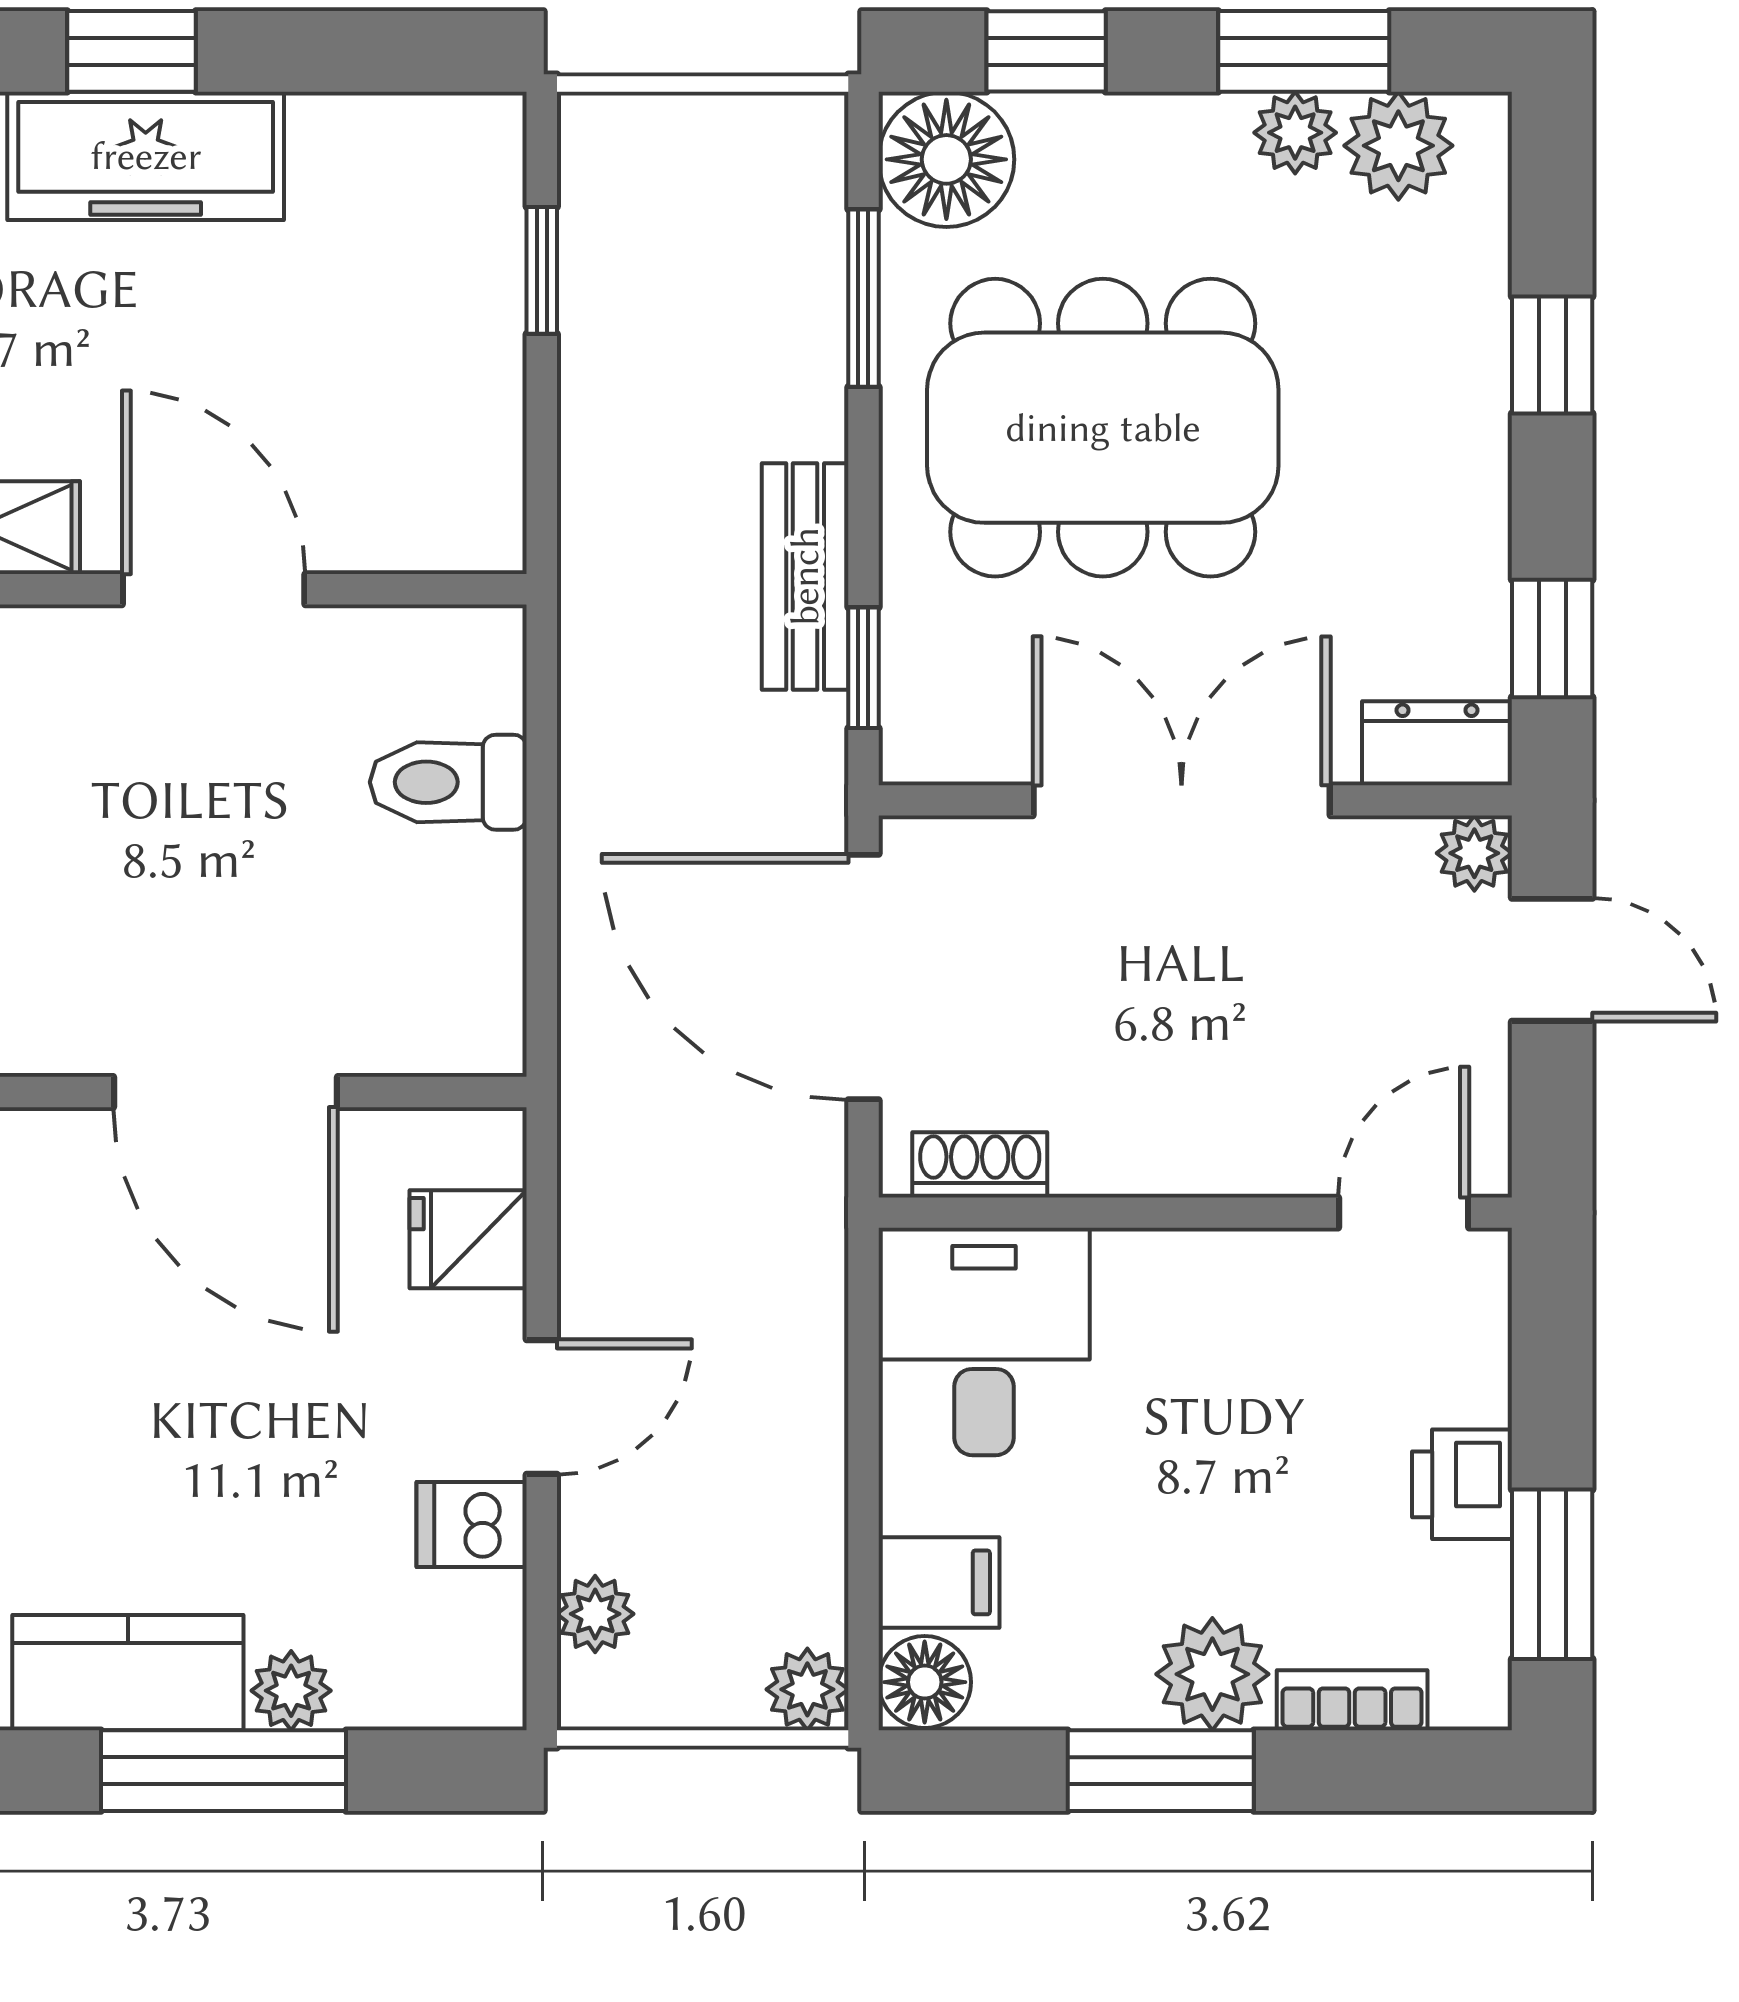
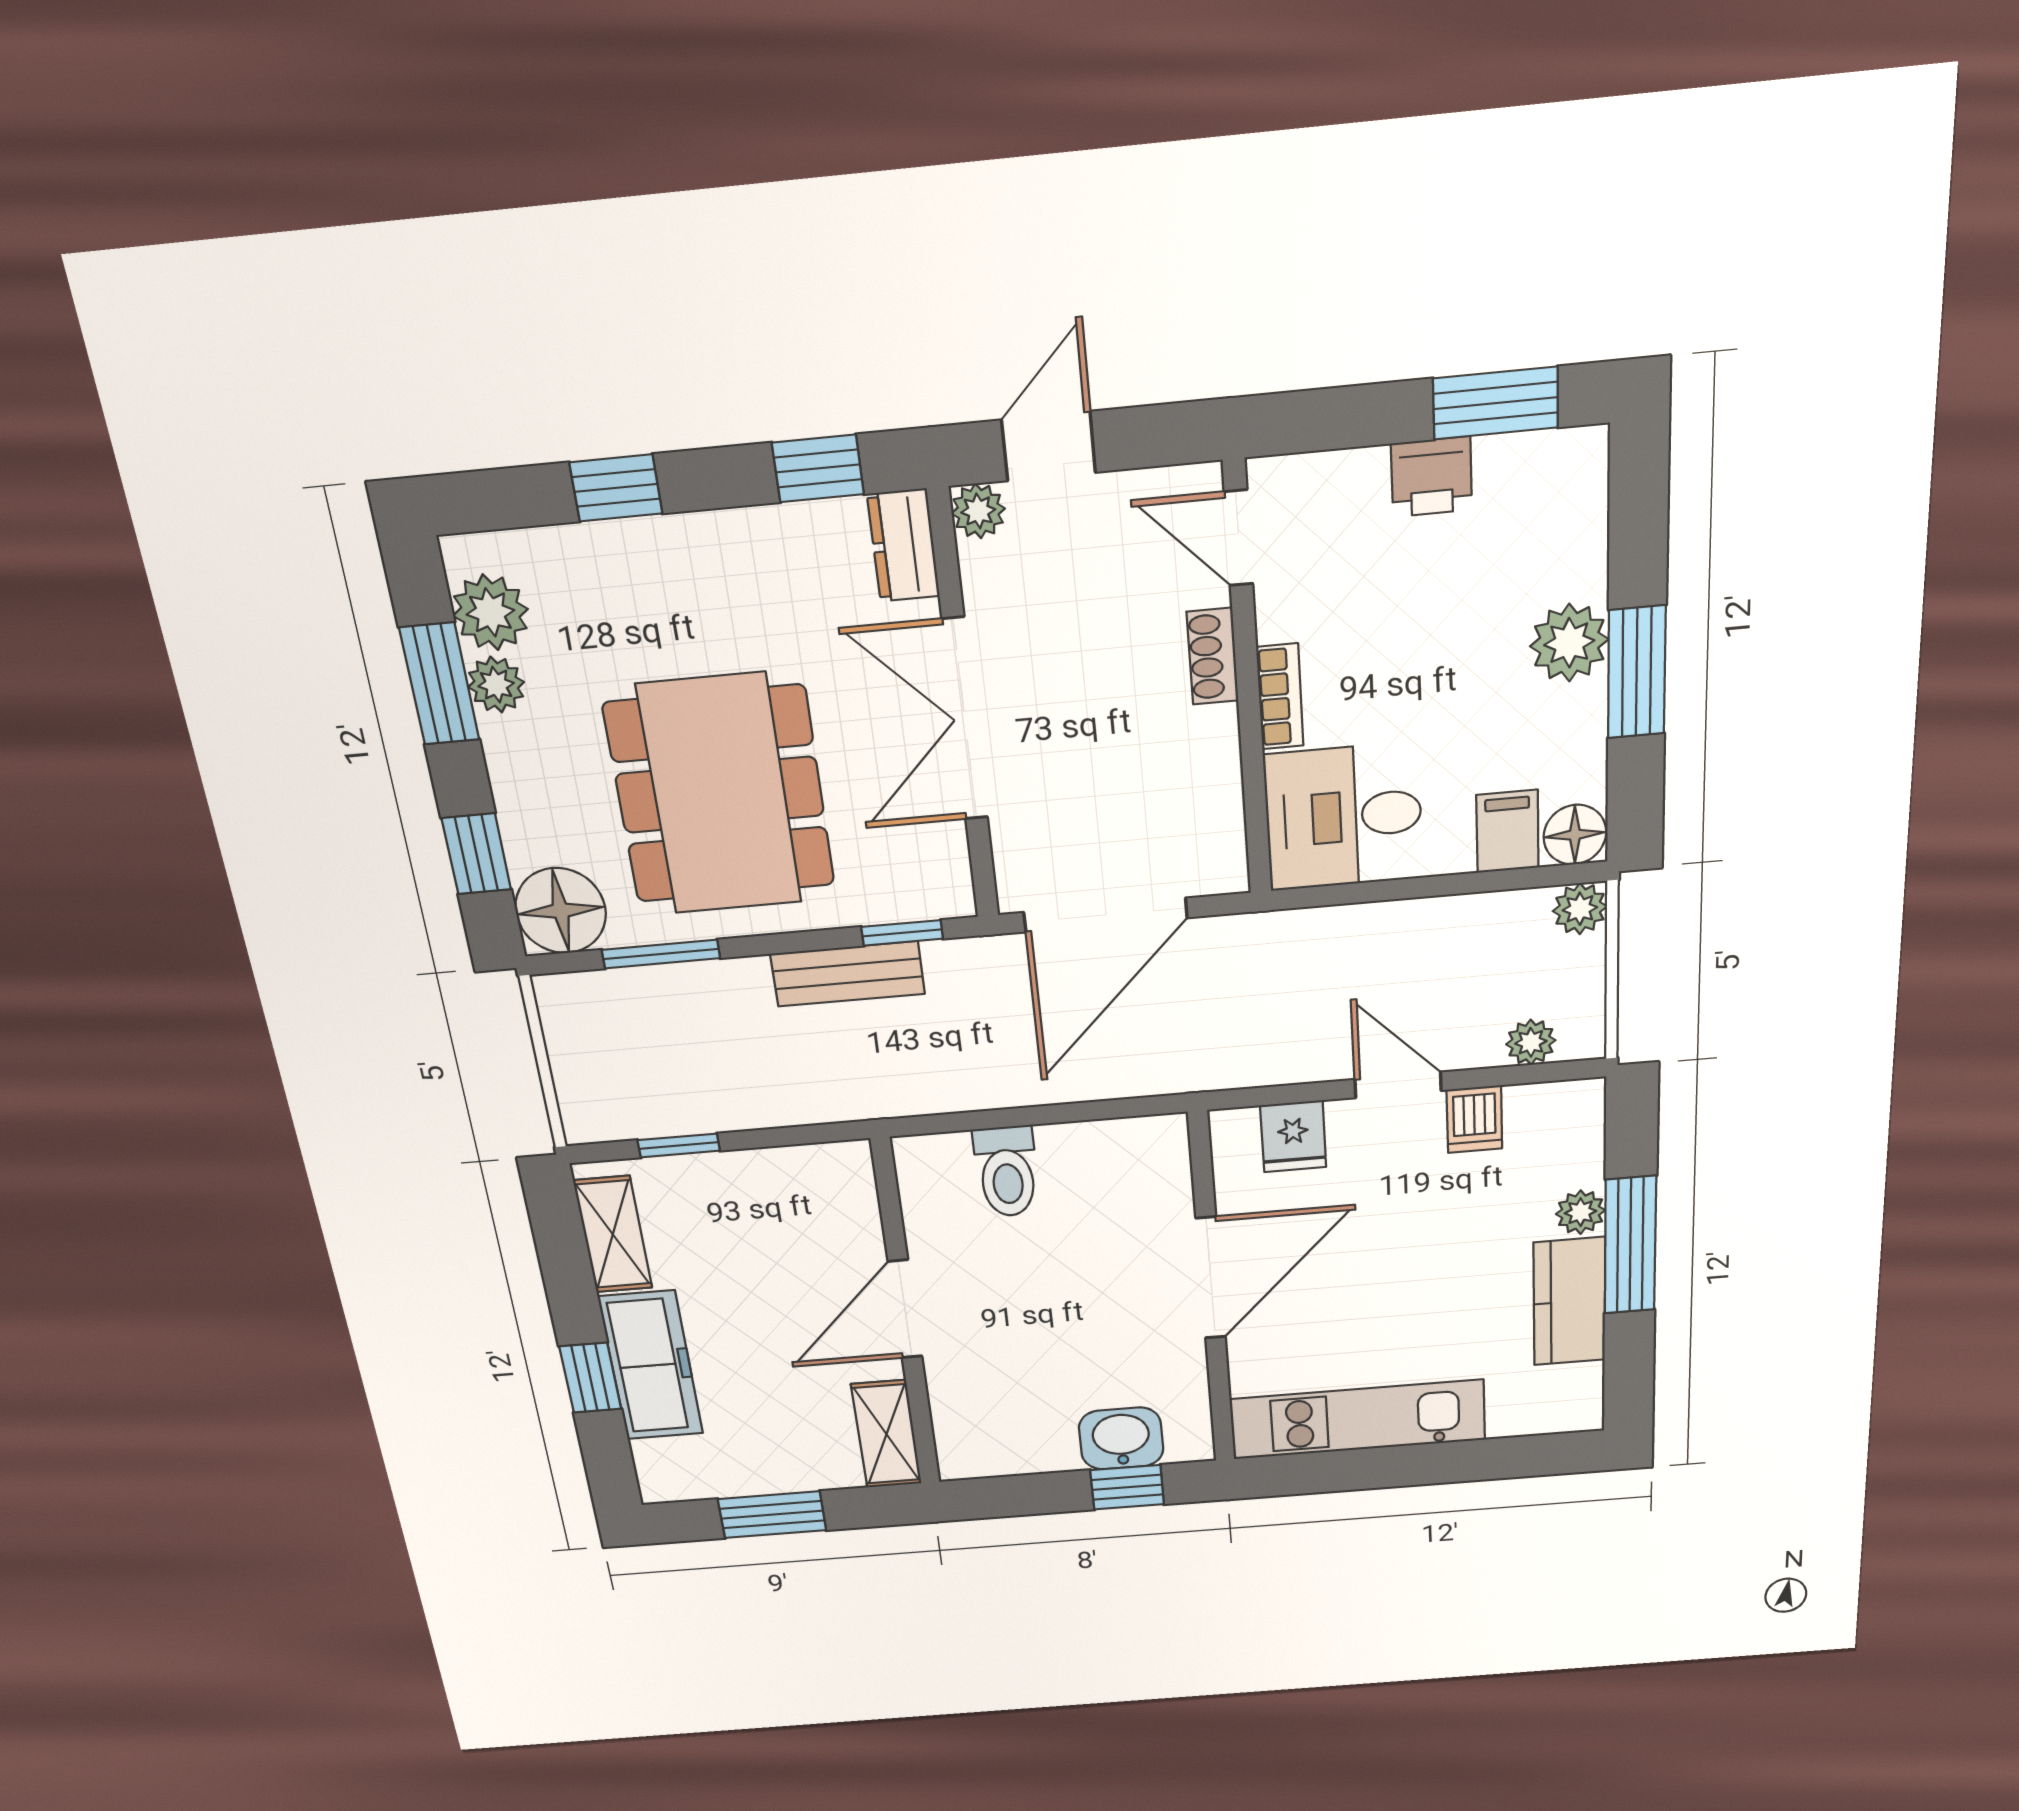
shelving: (394, 138) -> (613, 1234), added
shoe rack: (980, 1165) -> (1213, 656), moved
bookcase: (1352, 1700) -> (1280, 697), moved, turned 180

